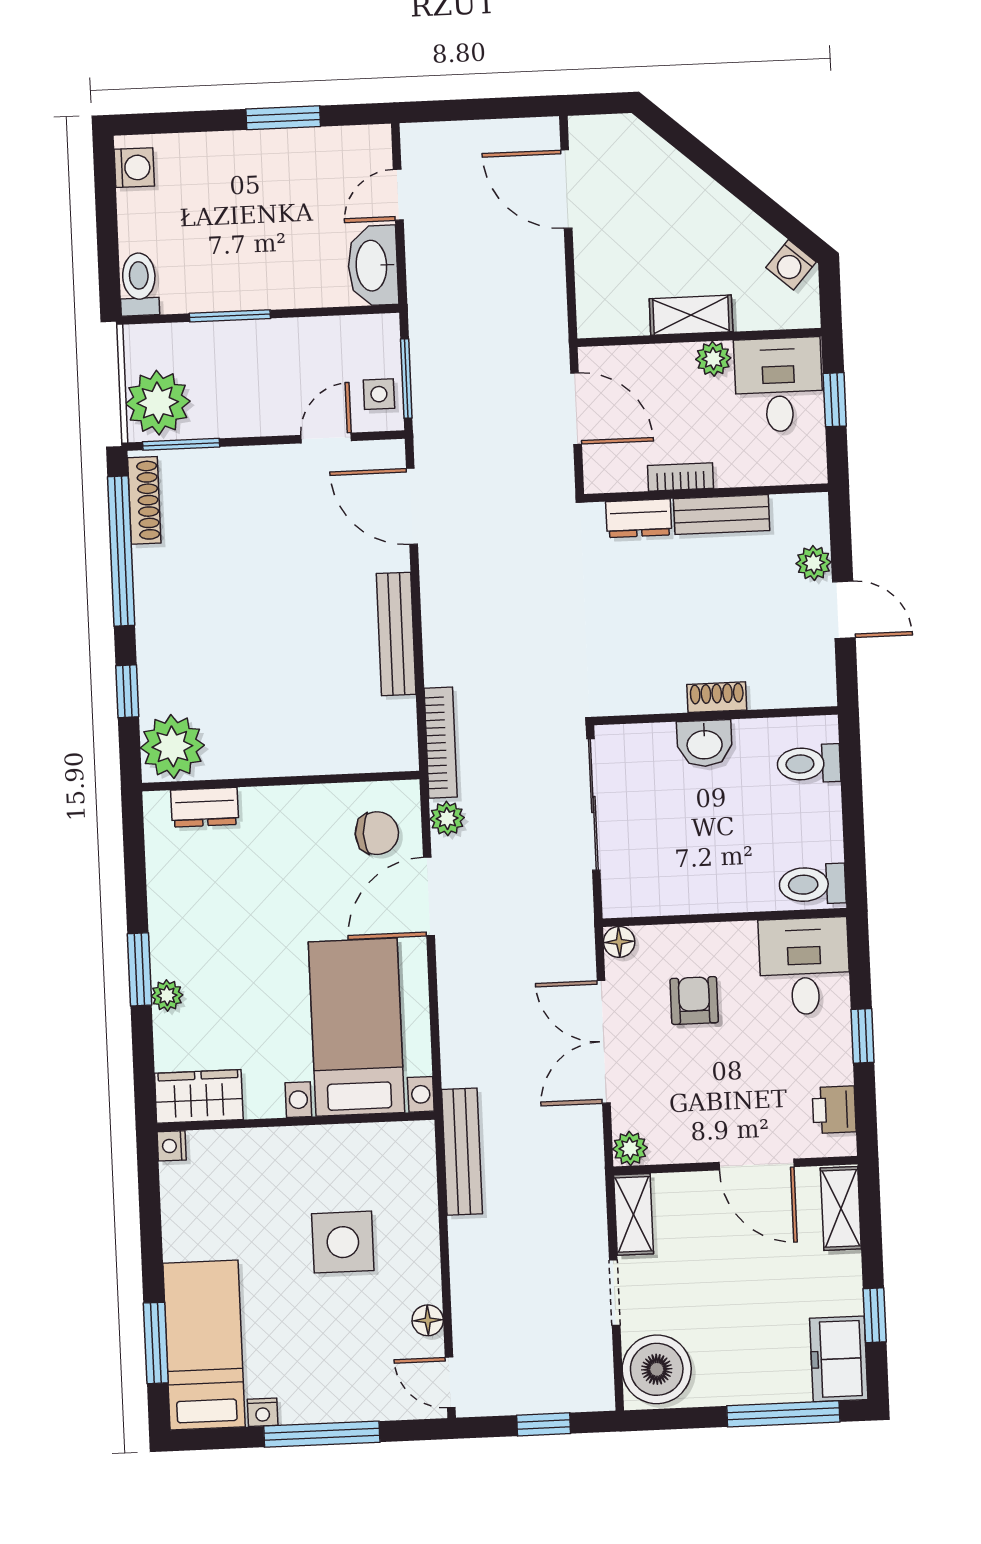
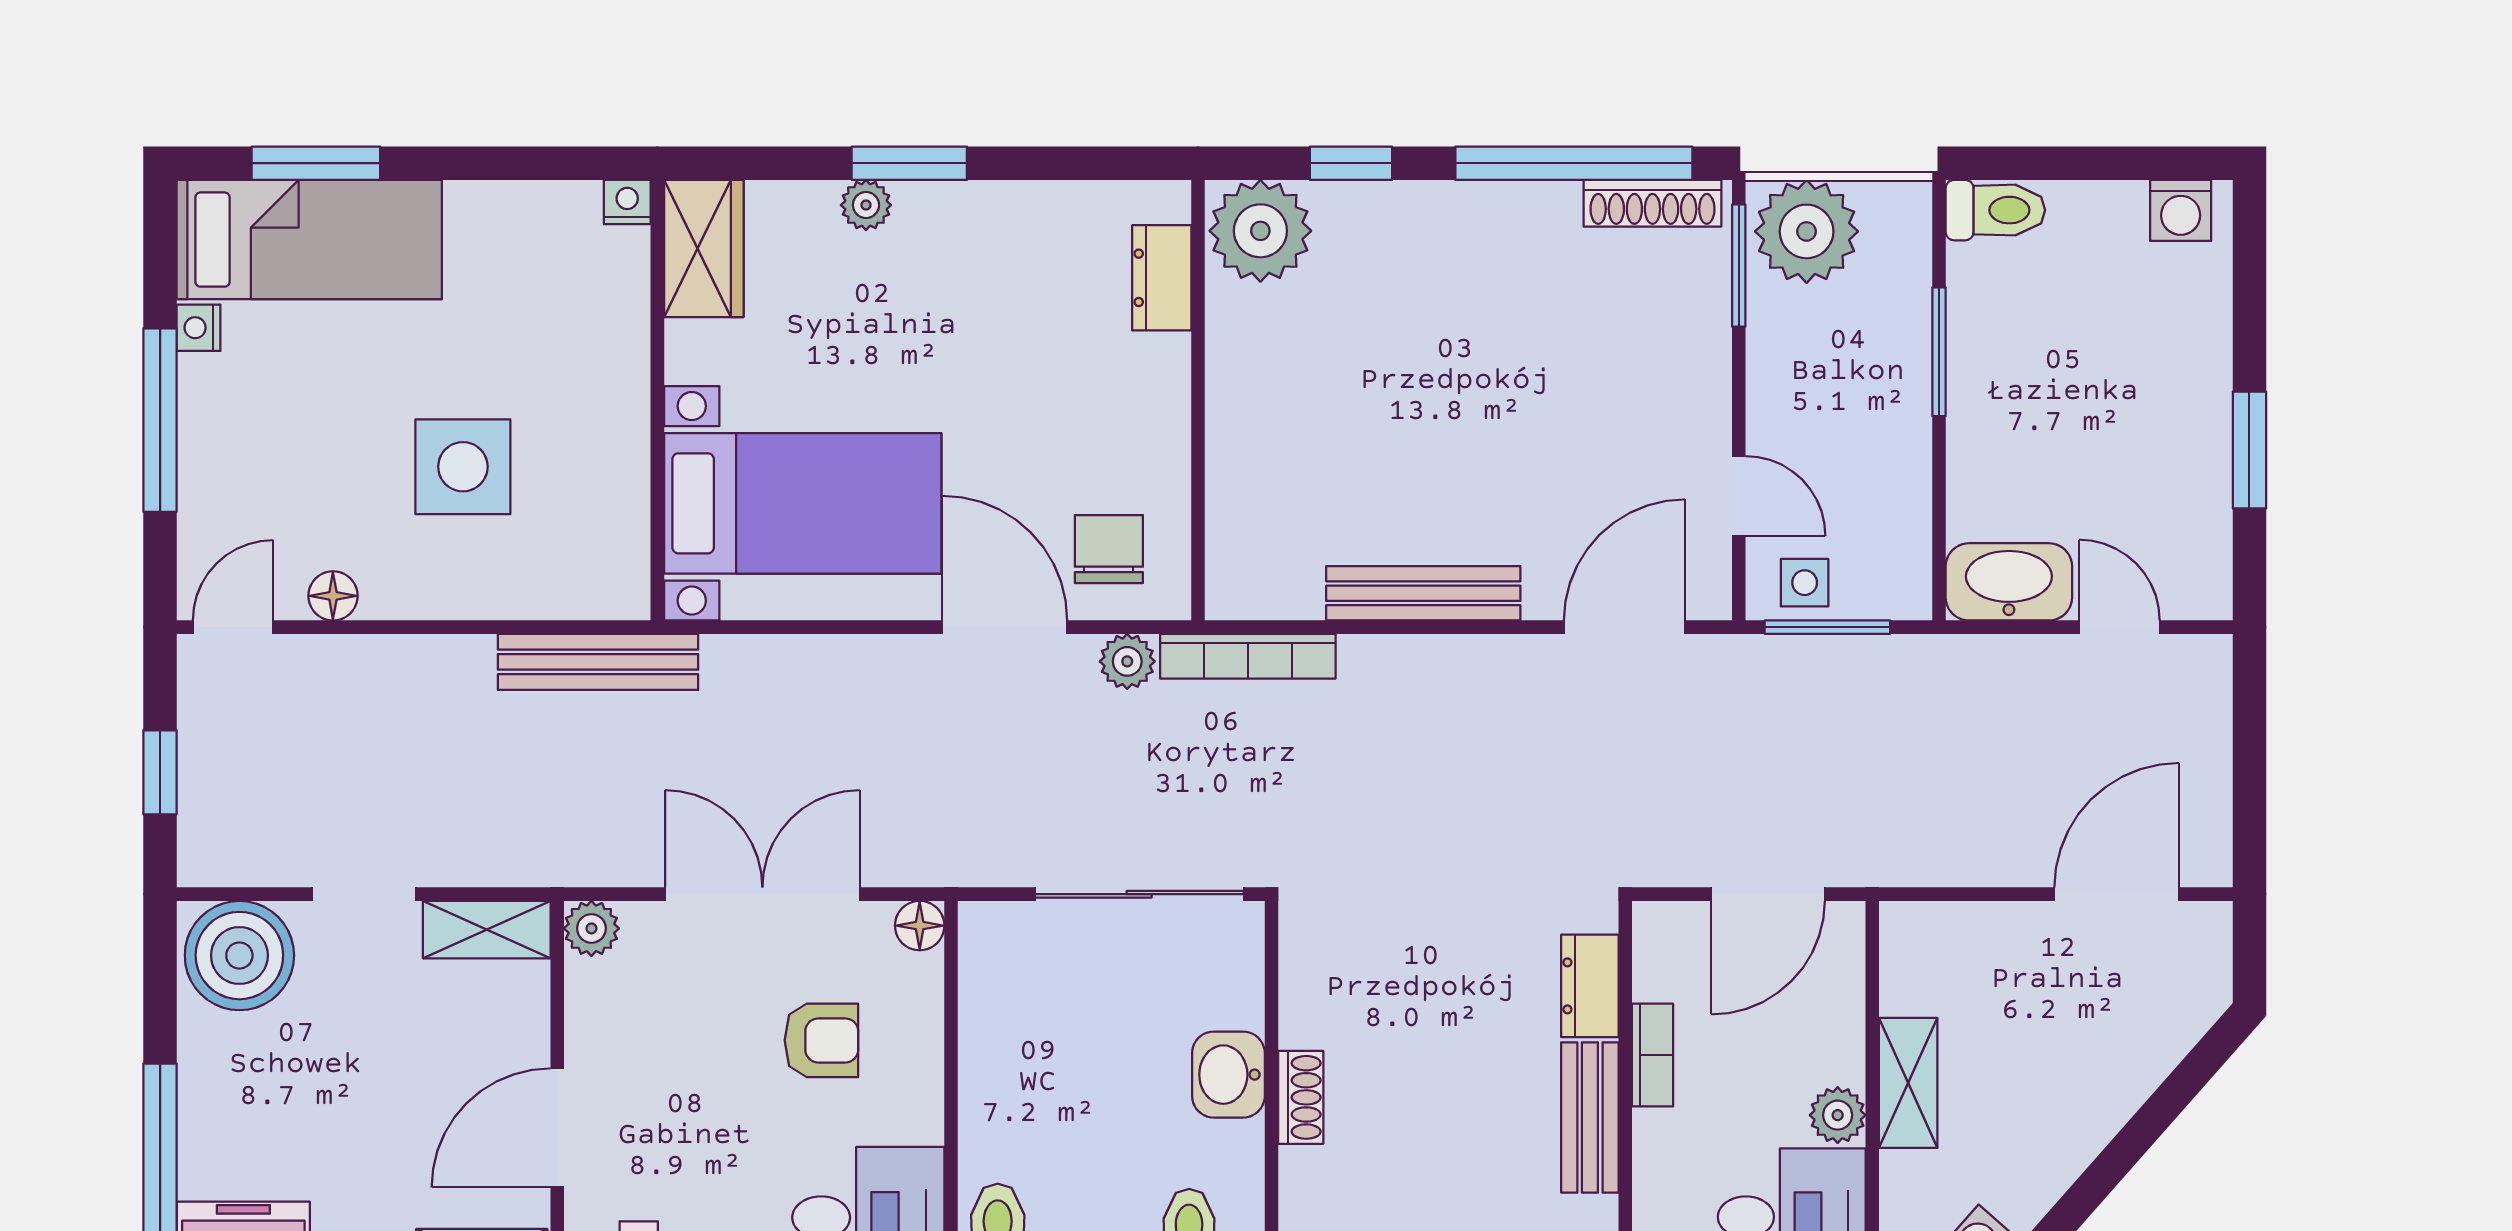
chair: (377, 833) -> (1109, 549), turned 180

